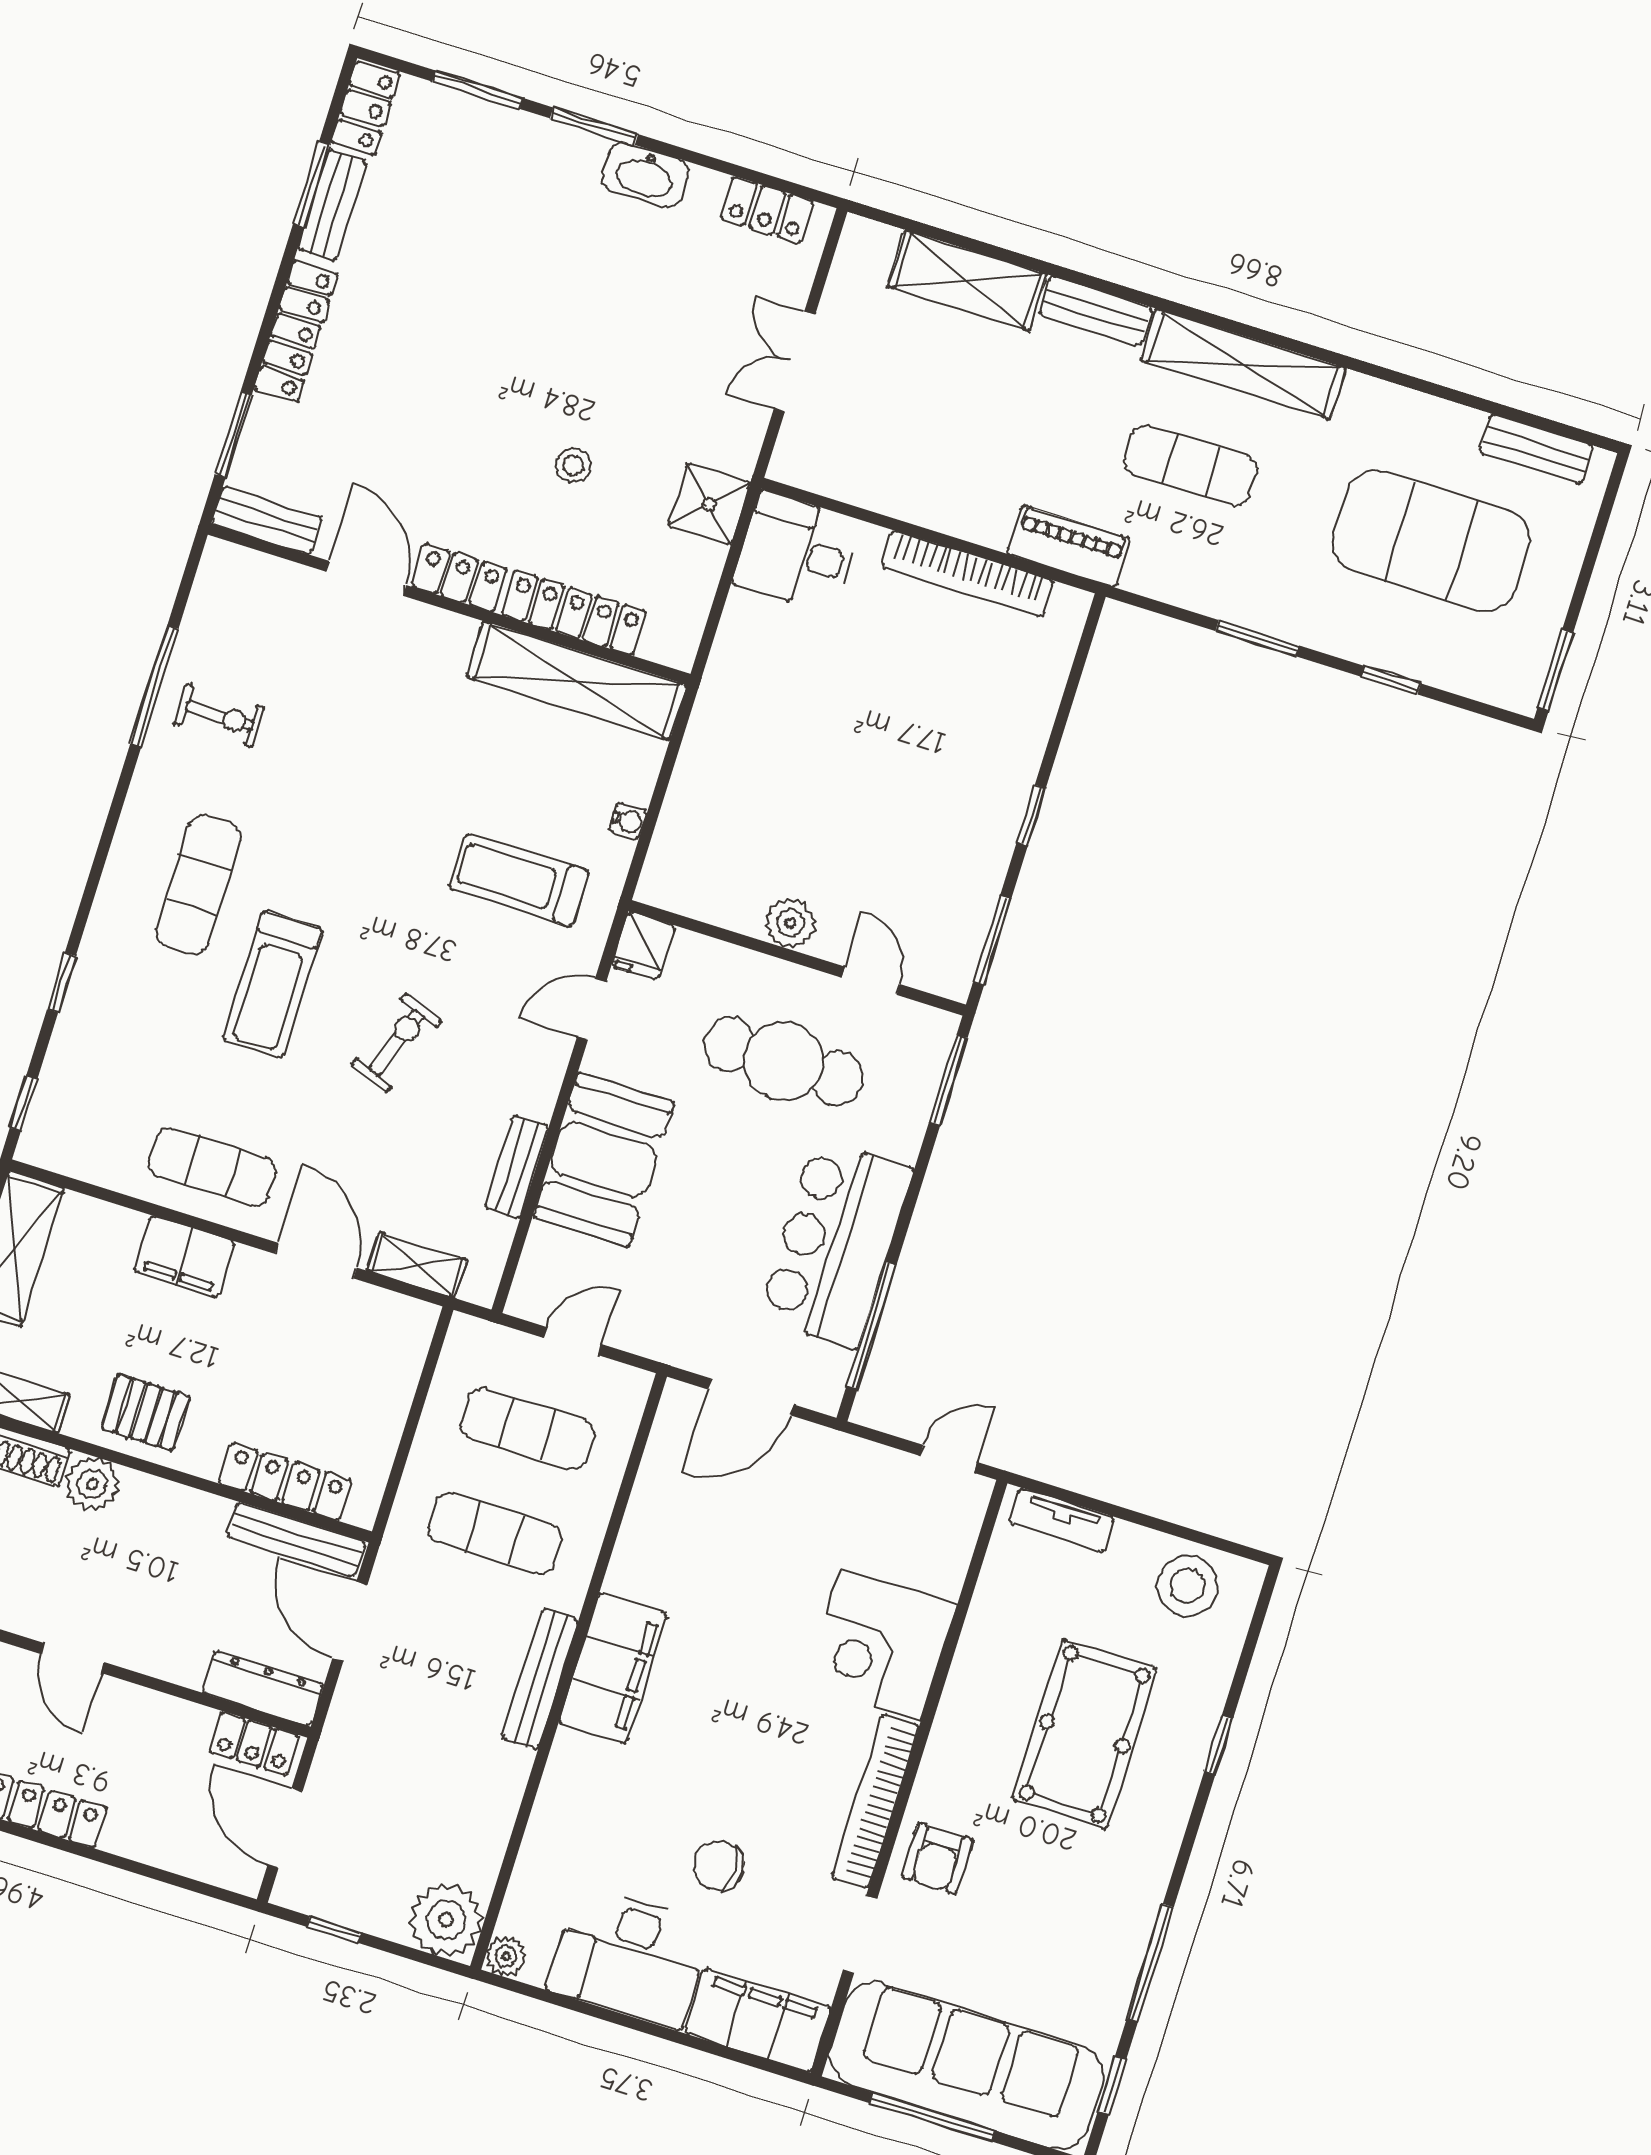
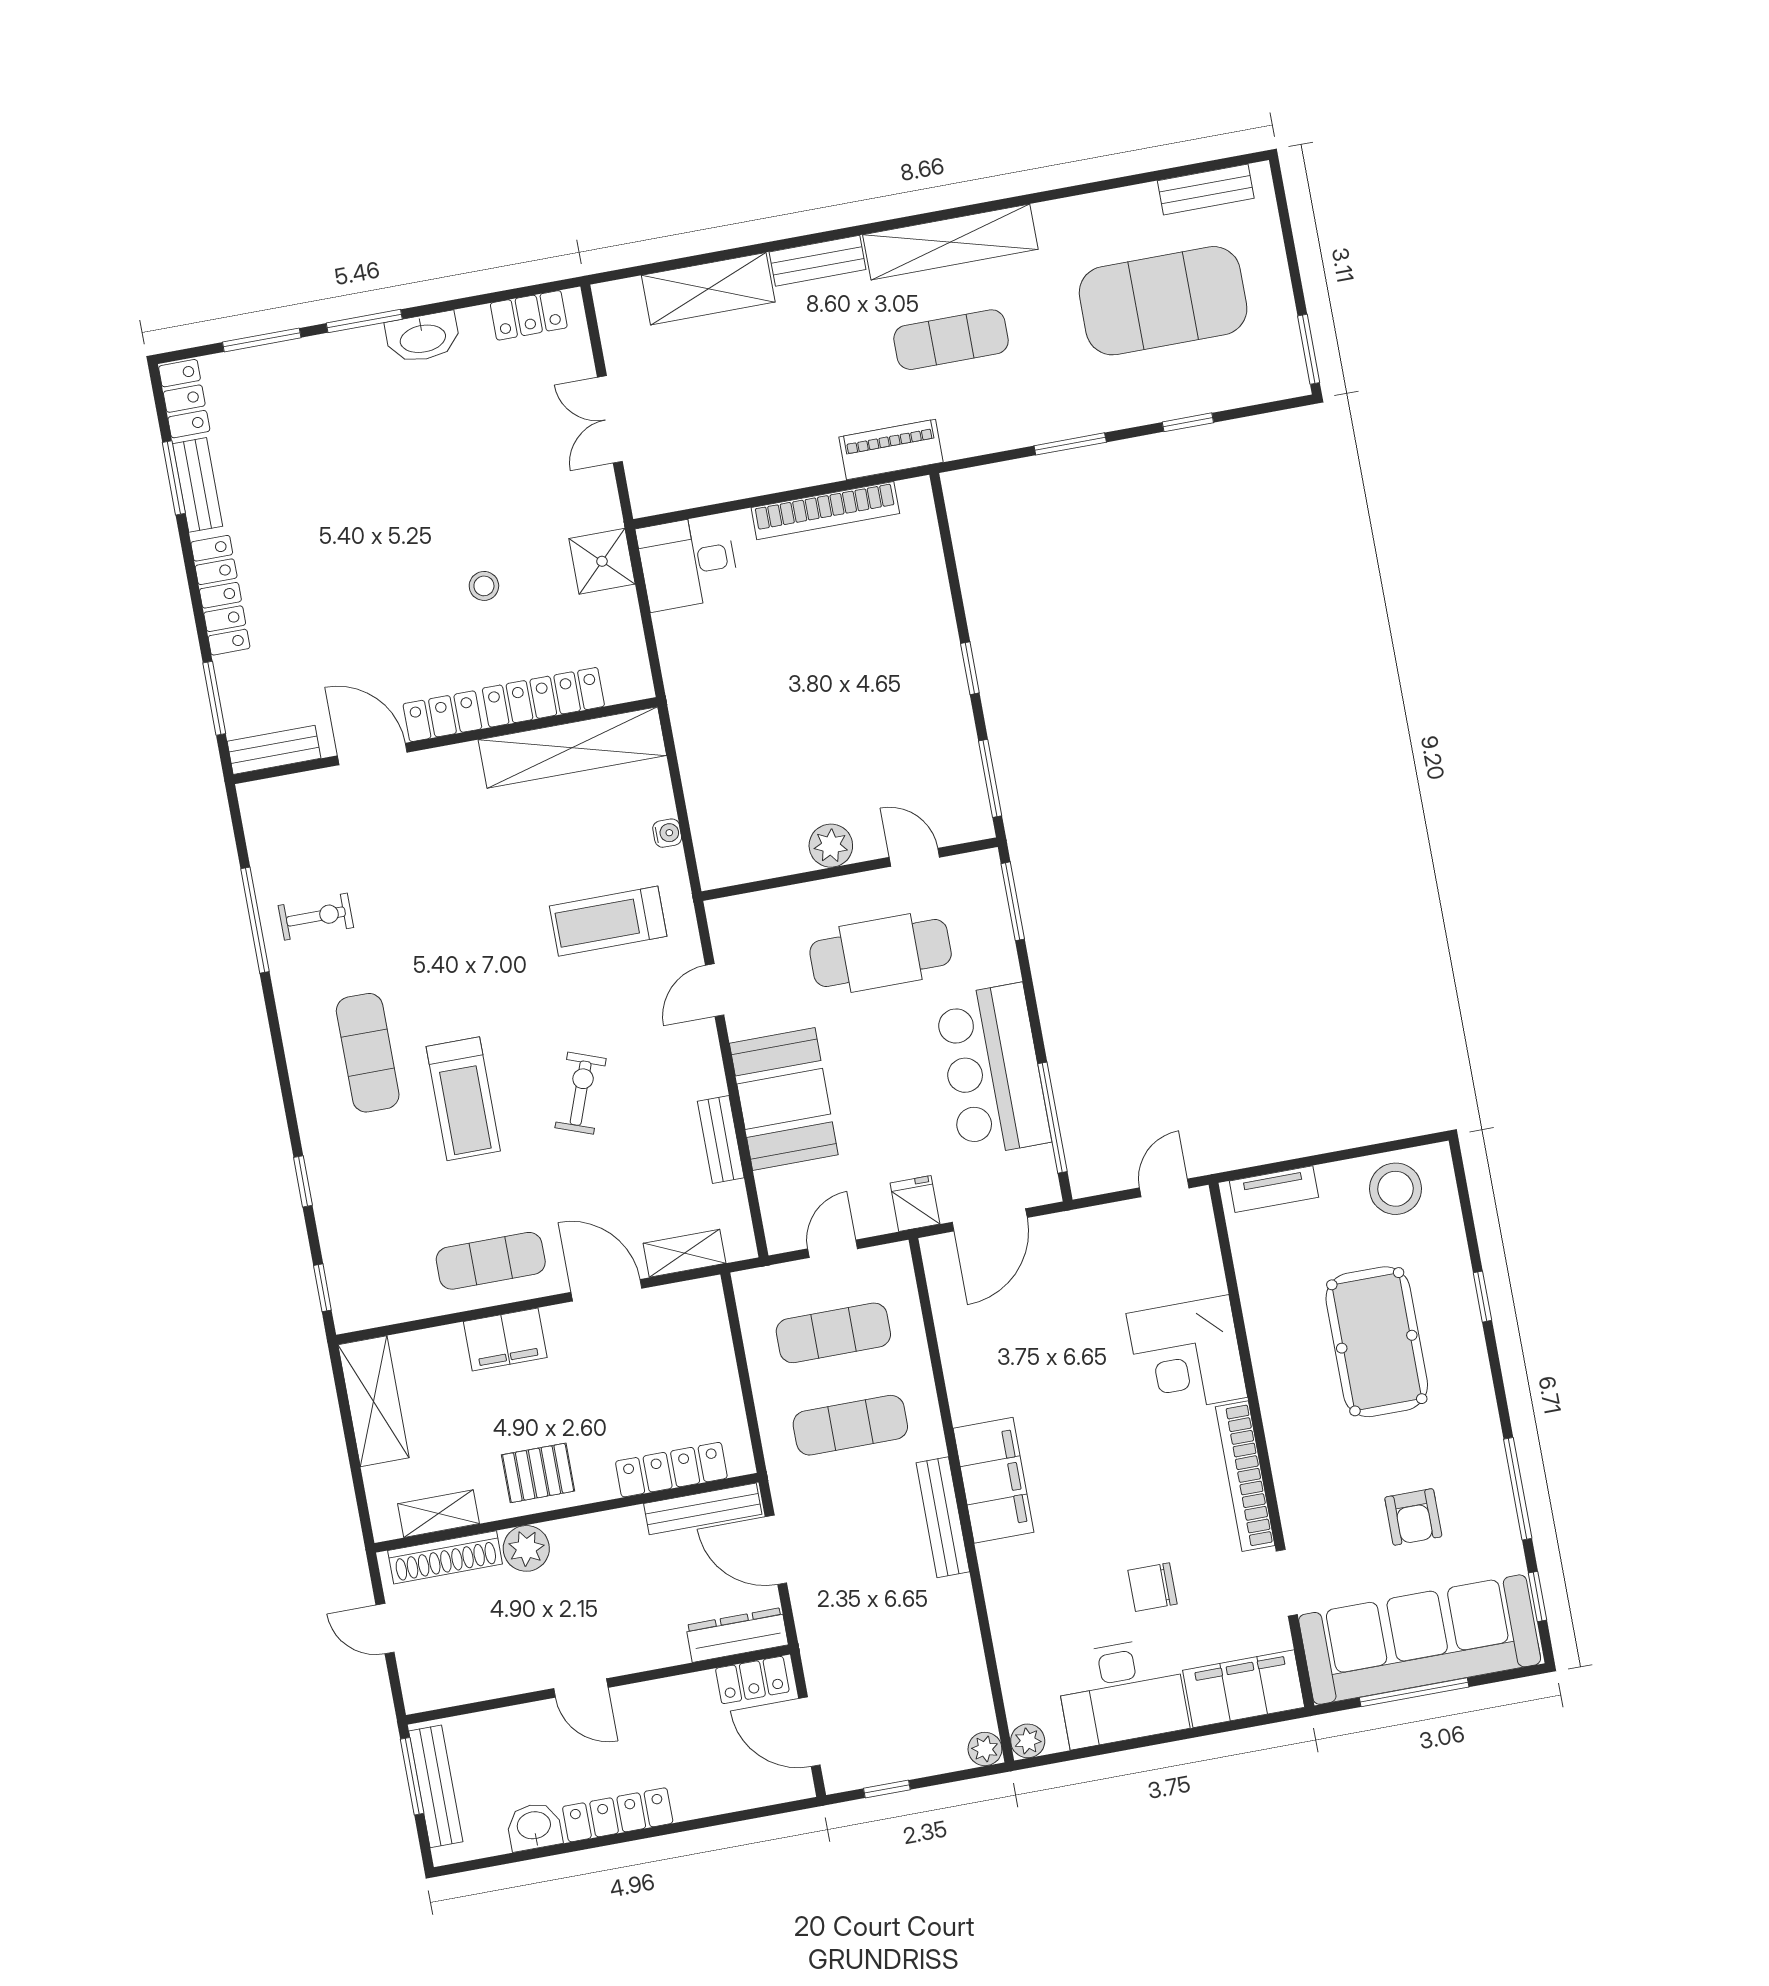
fridge: (643, 946) -> (915, 1203), moved, turned 180
armchair: (937, 1859) -> (1413, 1517), moved
plant: (446, 1920) -> (985, 1749), width x0.53, depth x0.53

